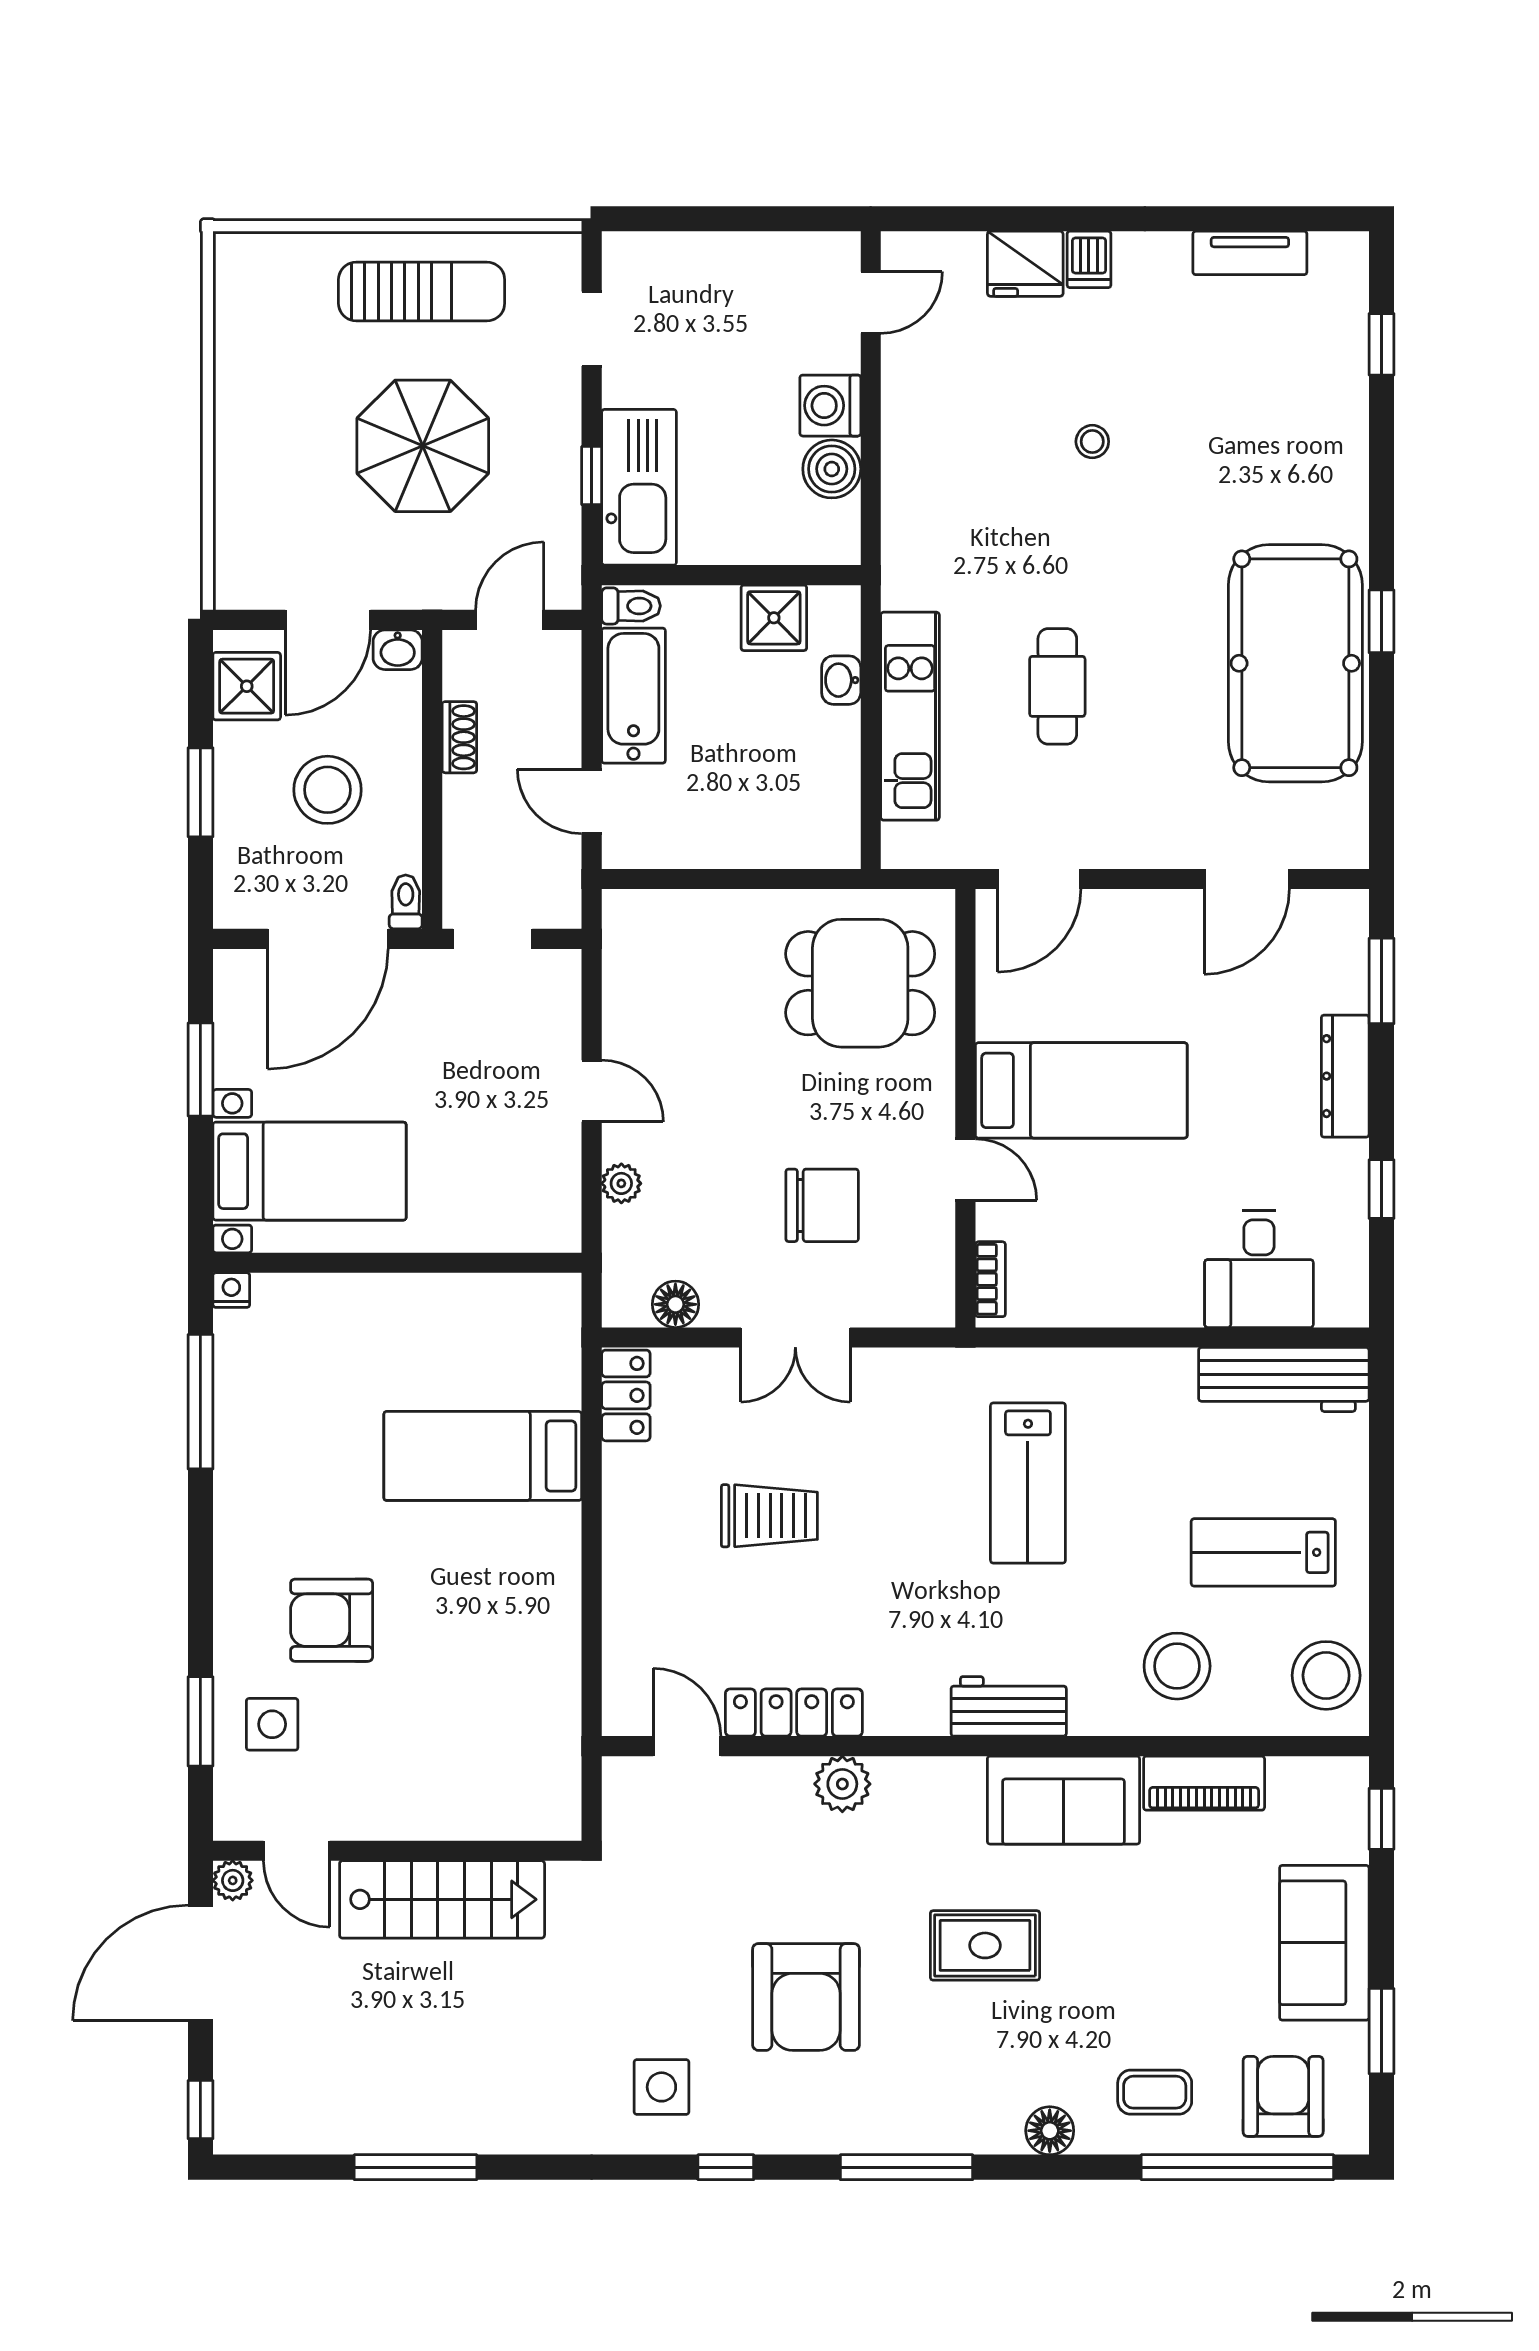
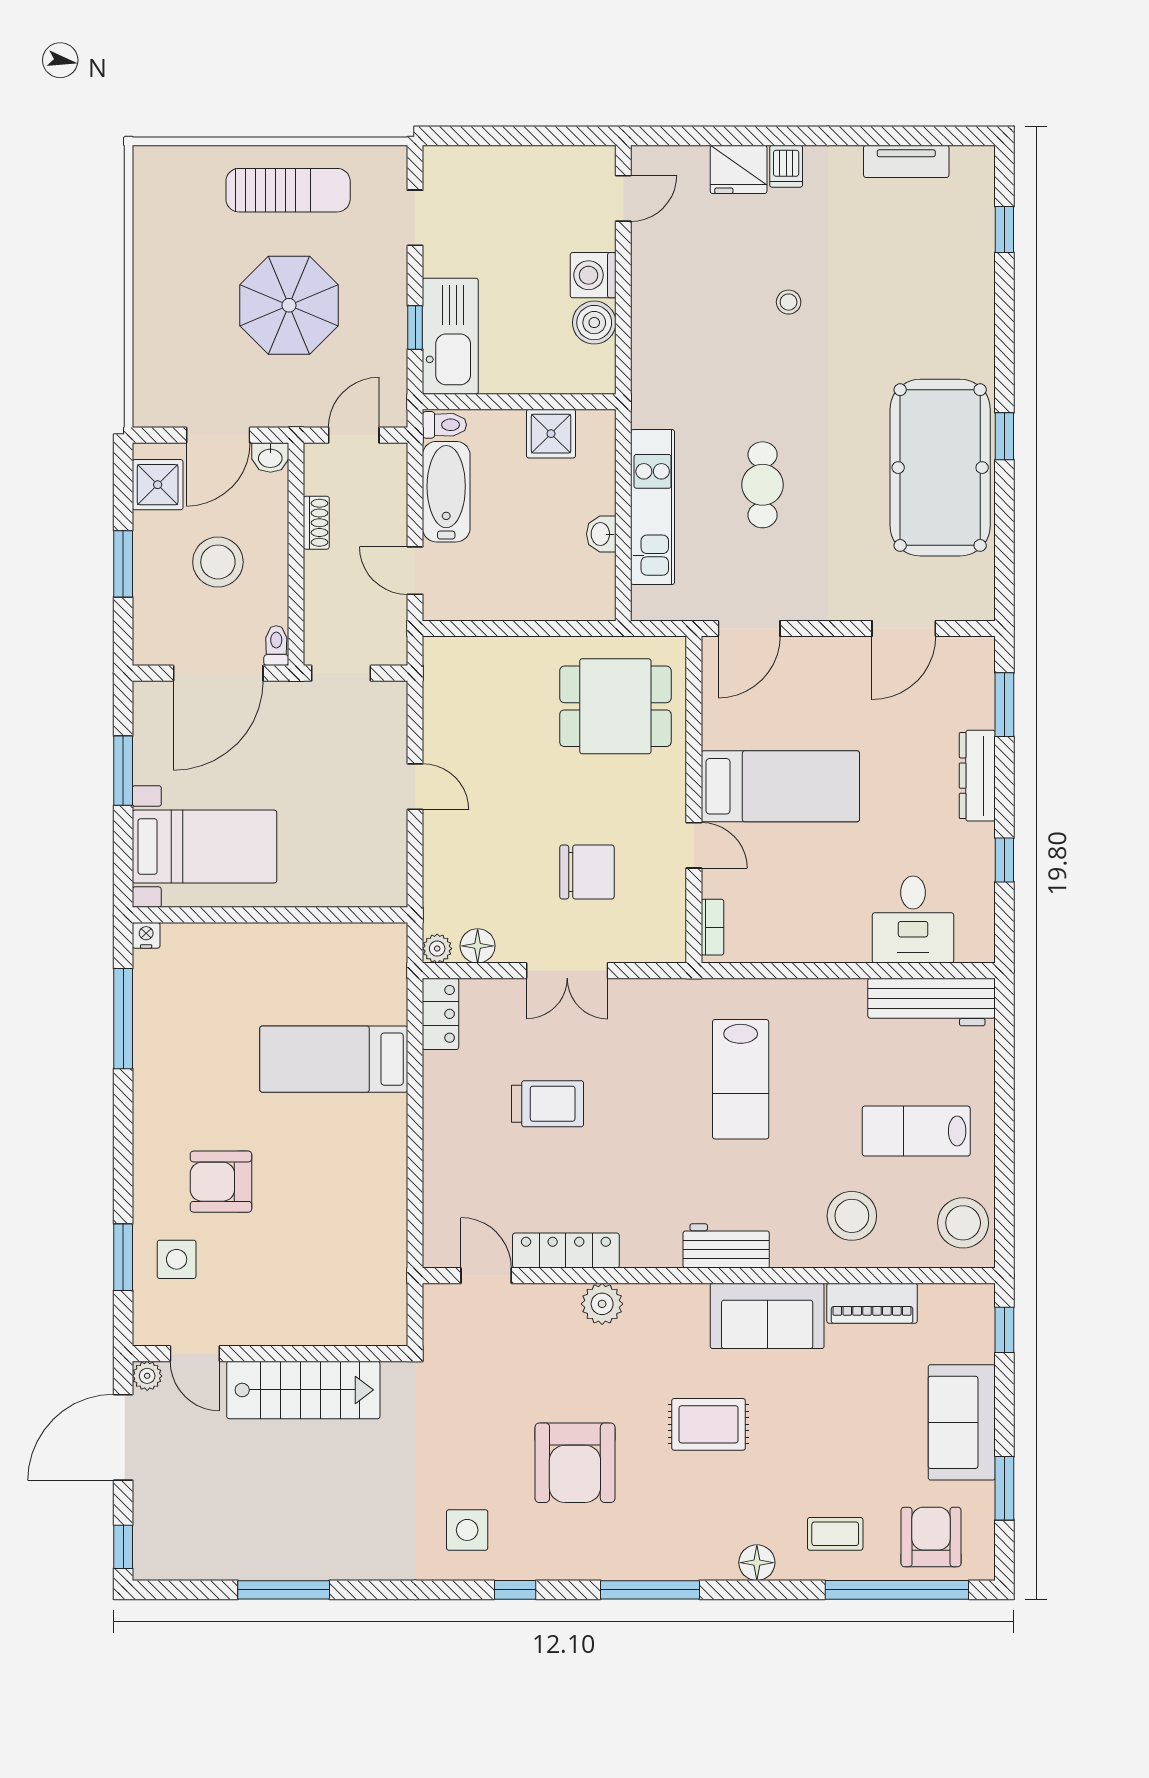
washbasin: (841, 680) -> (601, 534), moved
plant: (621, 1183) -> (437, 949), moved

